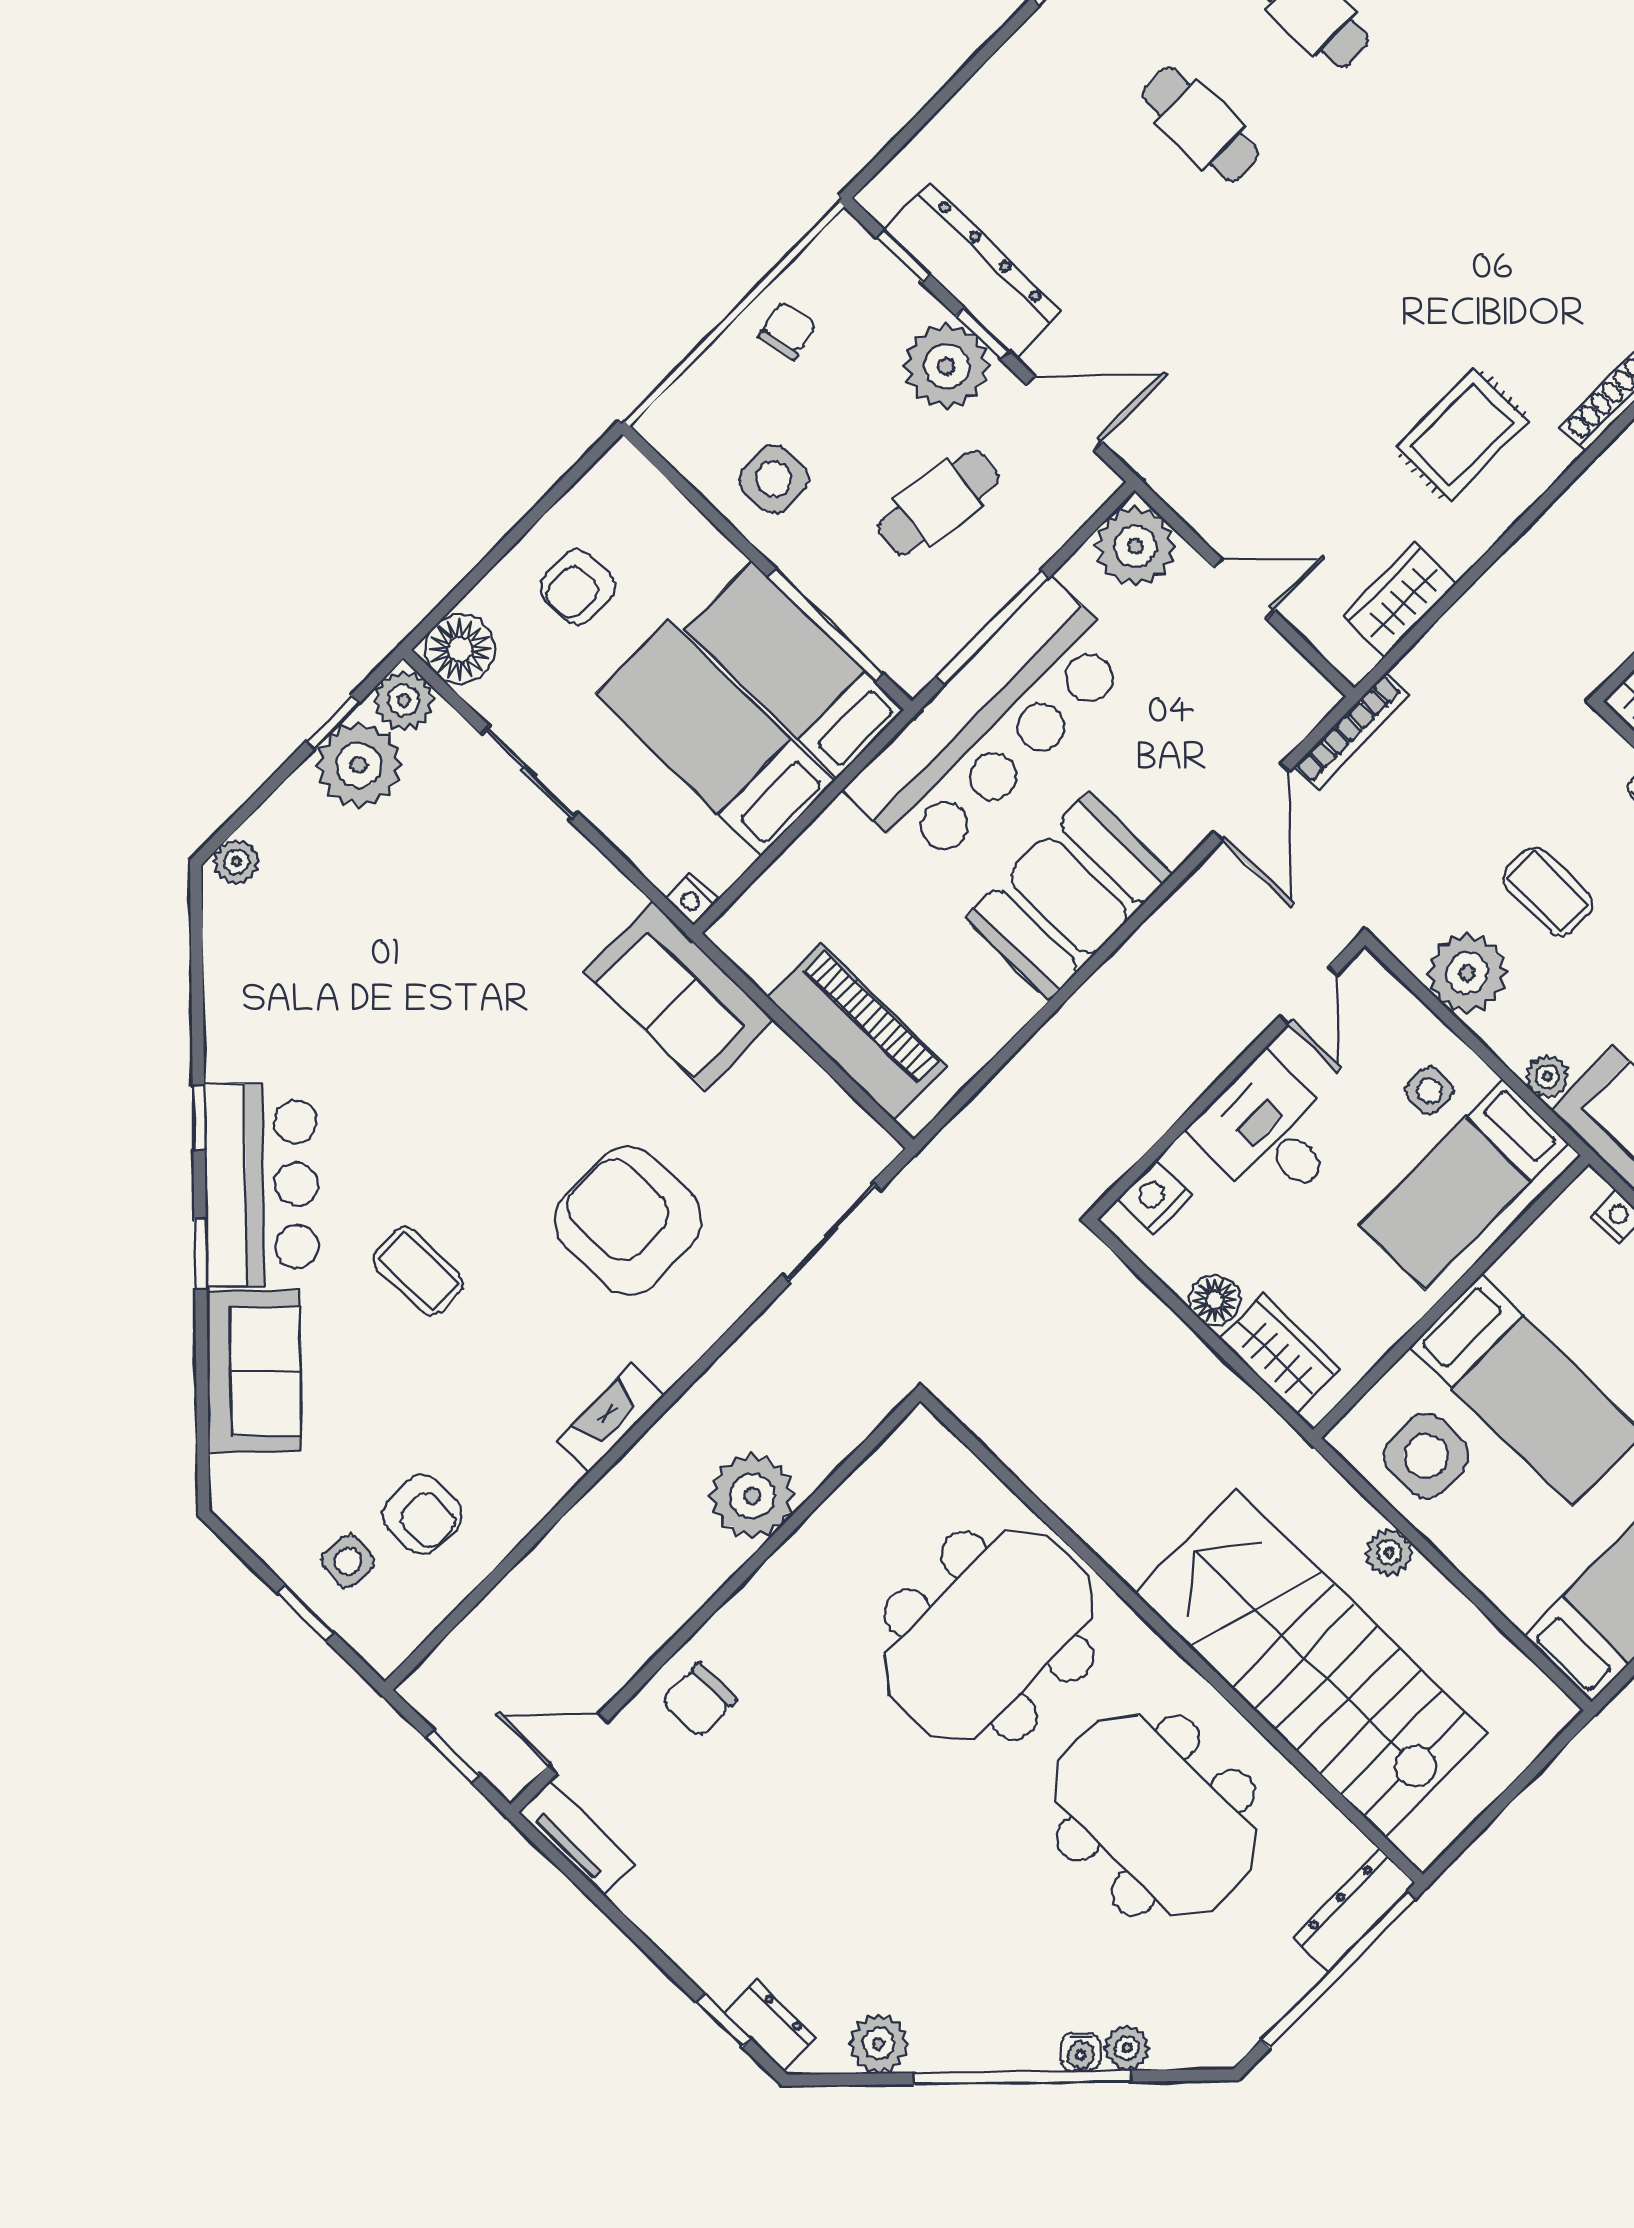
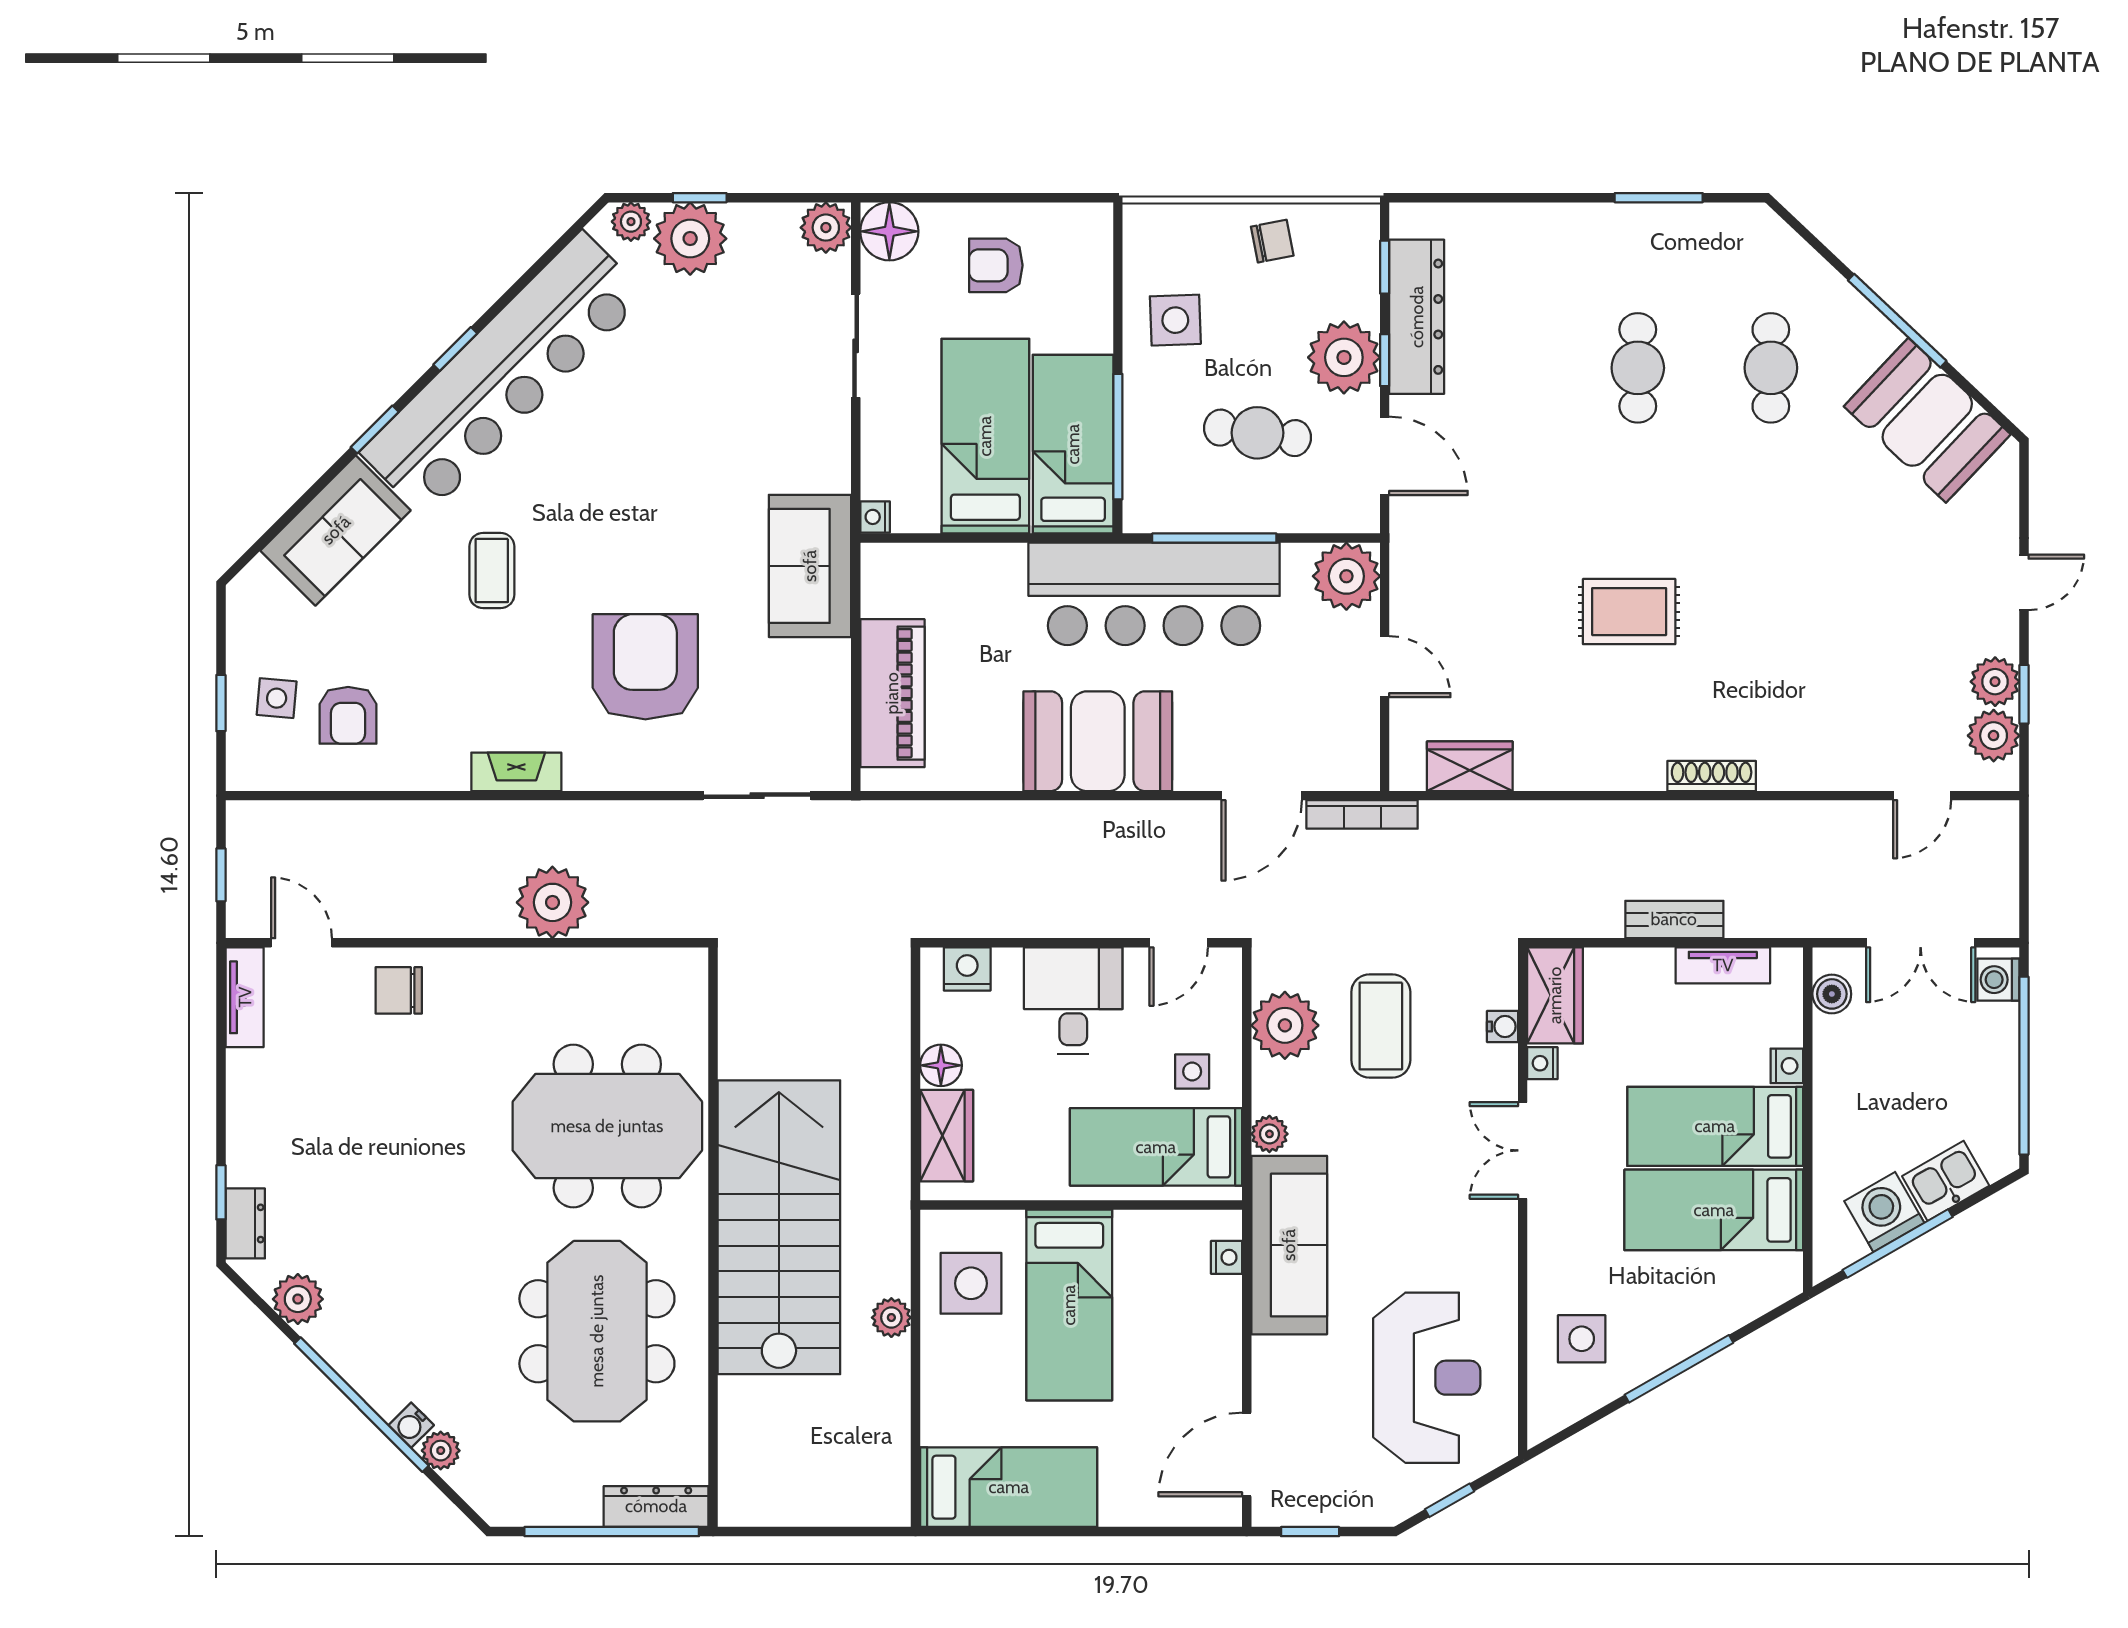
rug: (1462, 435) -> (1629, 612), moved
window: (333, 722) -> (700, 198), moved
plant: (359, 765) -> (690, 239), moved
coffee table: (1548, 892) -> (1381, 1026), width x1.36, depth x1.30
bar counter: (261, 1185) -> (504, 374), width x1.86
stairs: (1310, 1663) -> (779, 1227), moved

